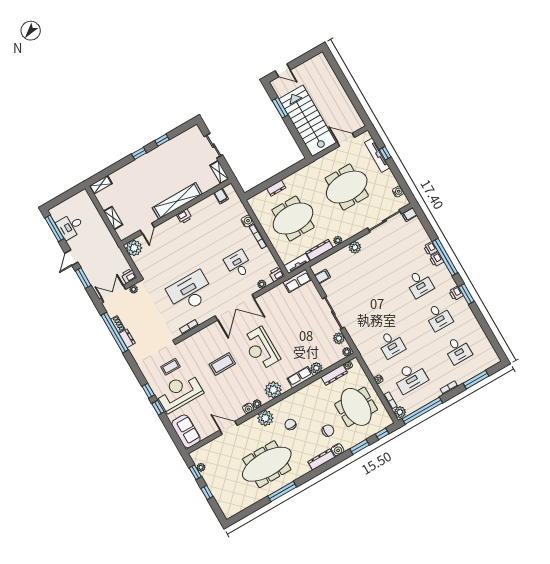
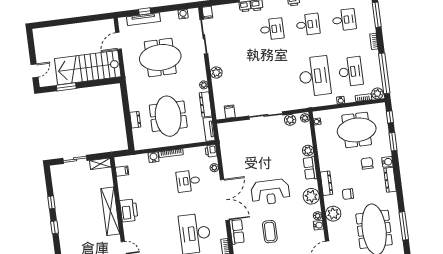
meeting table: (347, 187) -> (160, 57), turned 90
printer: (184, 216) -> (129, 210), width x1.87, depth x1.48
row of seats: (297, 281) -> (237, 231), moved
desk: (391, 344) -> (315, 76), width x1.87, depth x1.30
dresser: (334, 375) -> (326, 183), moved

